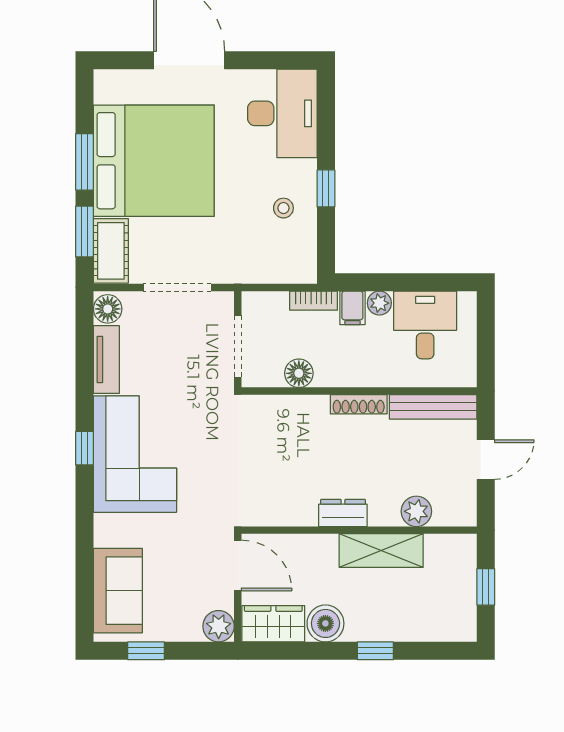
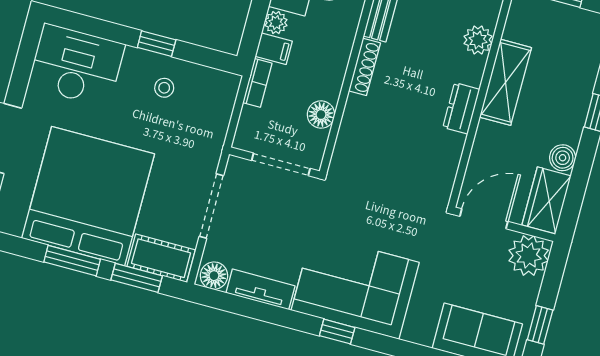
boiler: (325, 623) -> (563, 158), width x0.73, depth x0.73
plant: (219, 626) -> (529, 256), width x1.36, depth x1.36

